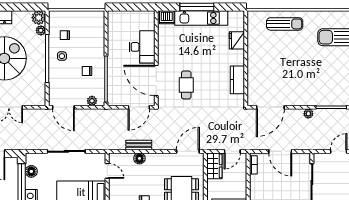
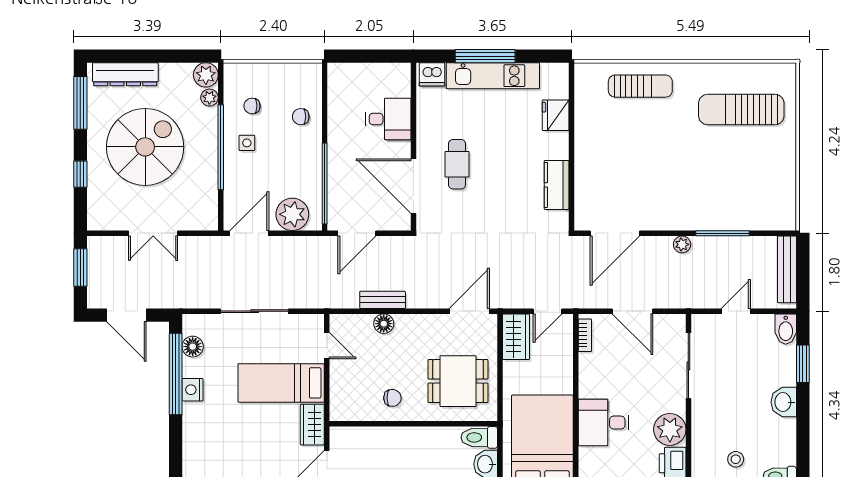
desk: (142, 47) -> (388, 119), width x0.73
chair: (87, 71) -> (301, 117), moved
cafe table: (186, 85) -> (457, 164), moved
plant: (92, 101) -> (292, 214), width x1.87, depth x1.87
door: (63, 107) -> (249, 233), swing flipped
door: (139, 107) -> (357, 233), moved

